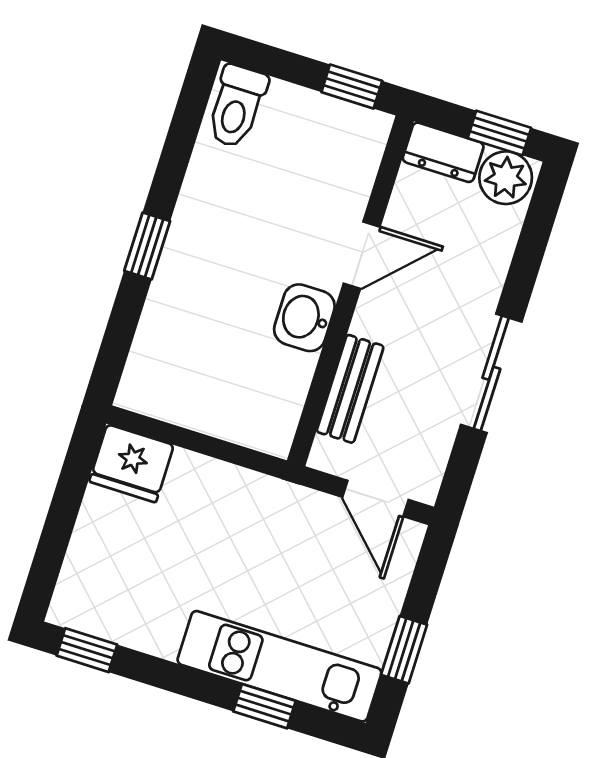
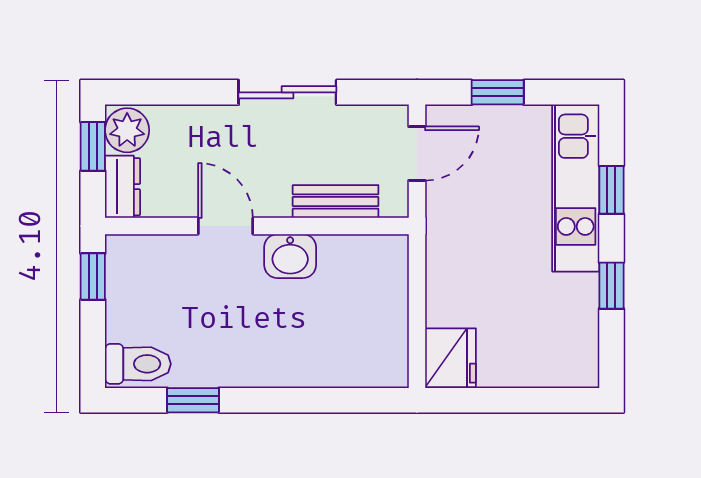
window: (147, 246) -> (193, 400), moved
window: (87, 650) -> (611, 286), moved
window: (404, 650) -> (498, 92), moved

